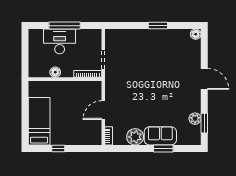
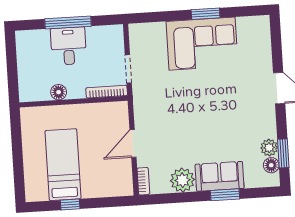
floor lamp: (196, 34) -> (271, 165), moved
desk: (60, 41) -> (69, 46), width x0.73
corner sofa: (154, 46) -> (202, 44), added
bed: (39, 121) -> (63, 165), moved

